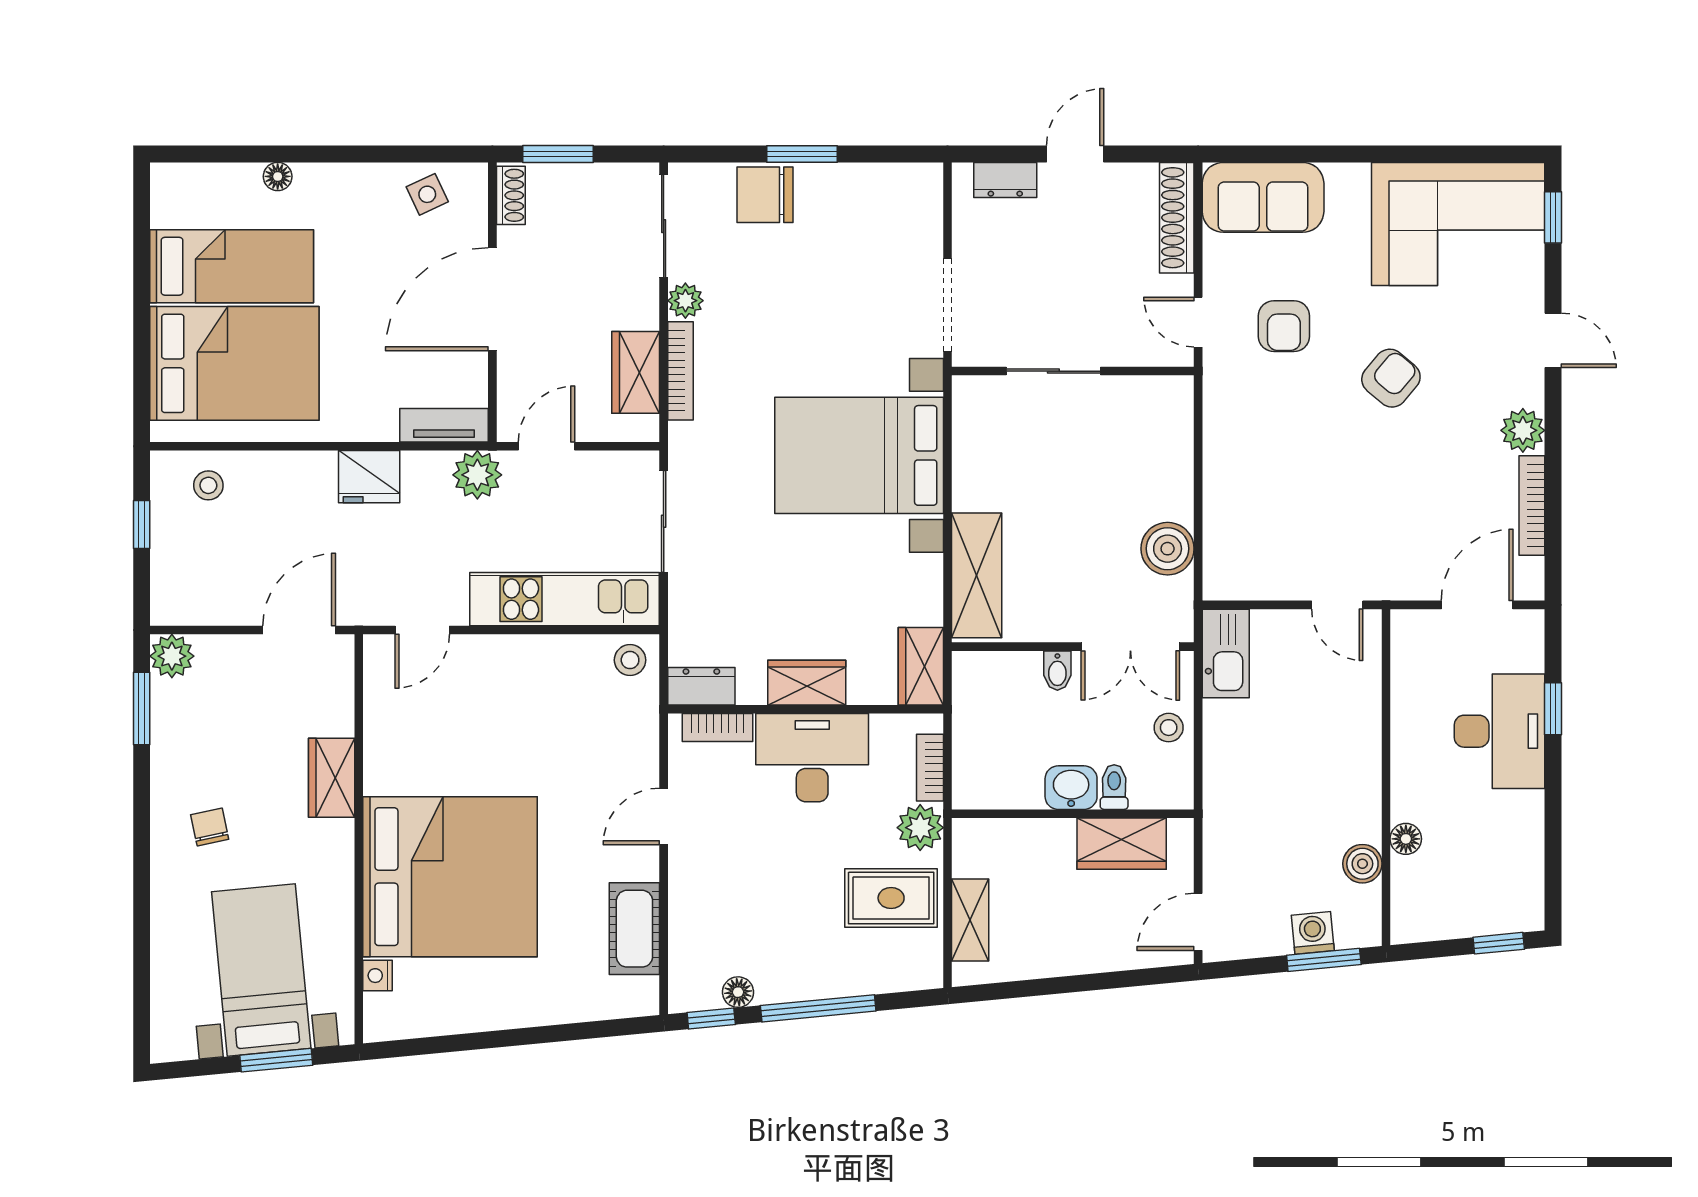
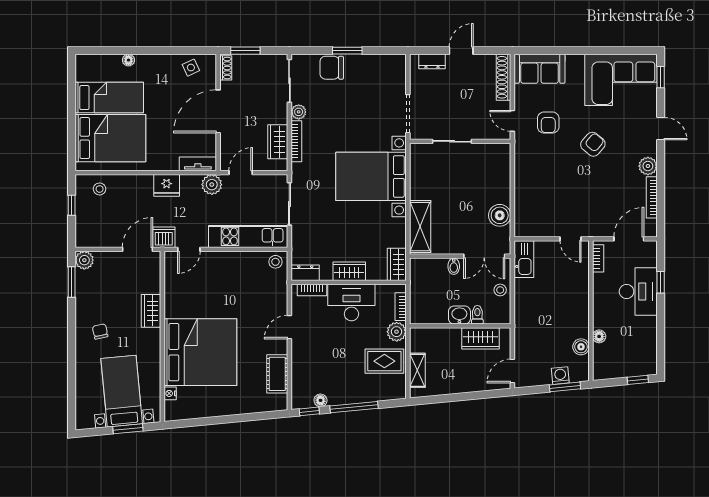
dishwasher: (362, 601) -> (164, 237), added
bookcase: (1403, 652) -> (598, 258), added

